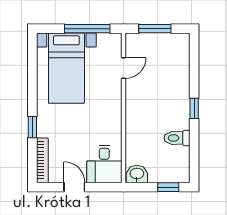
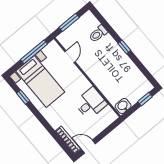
window: (32, 127) -> (23, 97), moved
toilet: (177, 138) -> (98, 34), moved
desk: (104, 164) -> (91, 103), moved, turned -90
door: (74, 187) -> (88, 146), moved

